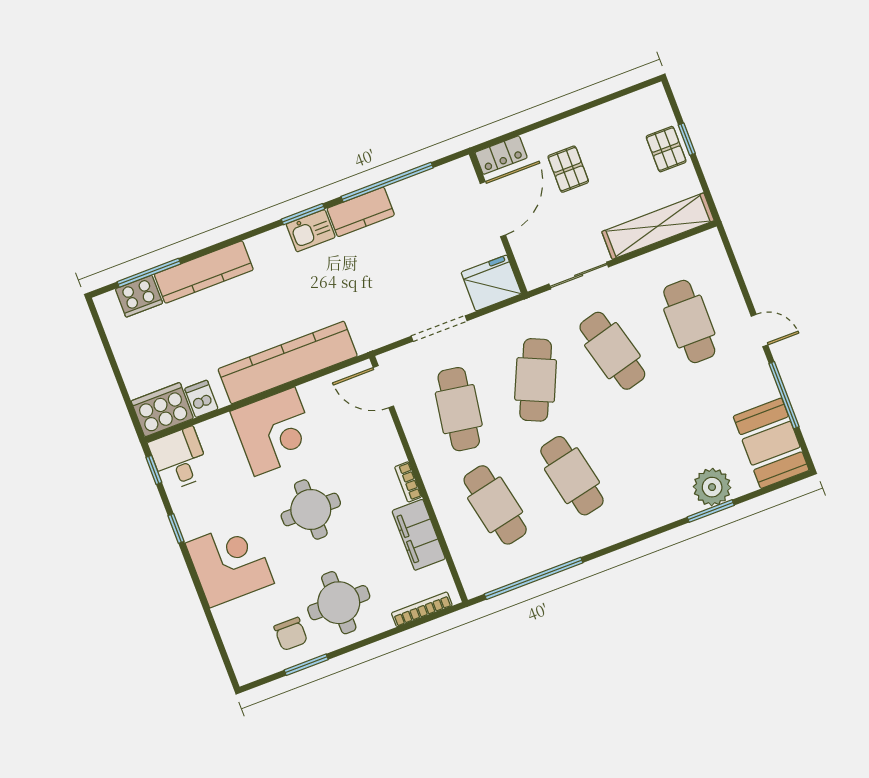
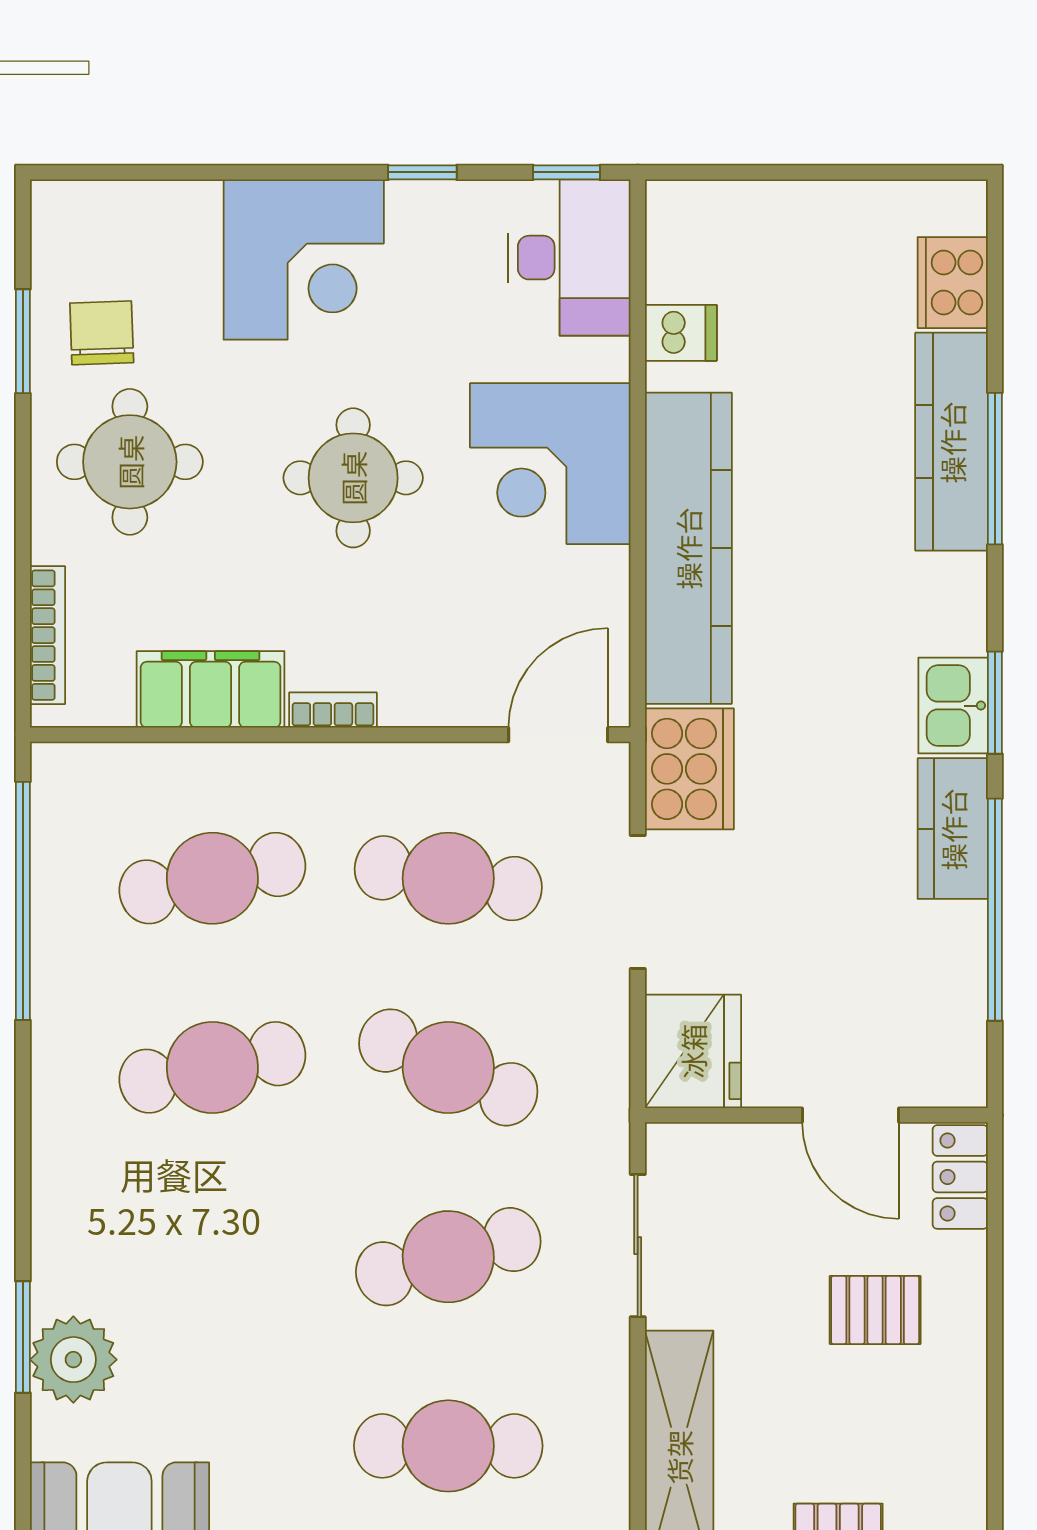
door: (493, 209) -> (851, 1115), width x0.73
window: (149, 273) -> (995, 469), moved
cooker: (162, 410) -> (689, 769), moved
desk: (179, 459) -> (569, 258), width x1.37
chair: (291, 634) -> (102, 333), turned 88

